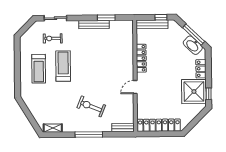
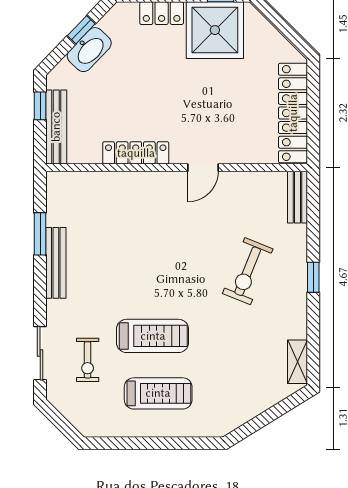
window: (194, 35) -> (81, 30), width x0.46
washbasin: (193, 45) -> (89, 50), moved
treadmill: (63, 66) -> (153, 336), turned 180
door: (135, 87) -> (203, 168), hinge flipped
window: (89, 134) -> (313, 277), width x0.46

